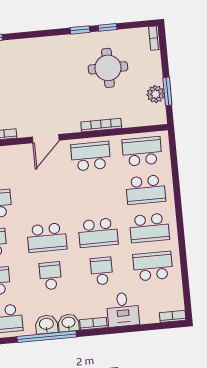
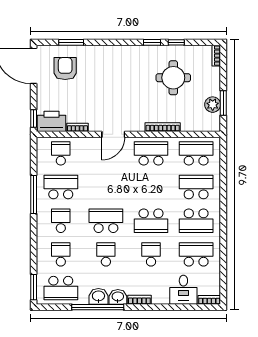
school desk: (146, 190) -> (196, 187), turned 180
school desk: (47, 238) -> (106, 221), turned 180
desk: (123, 310) -> (183, 290), moved

